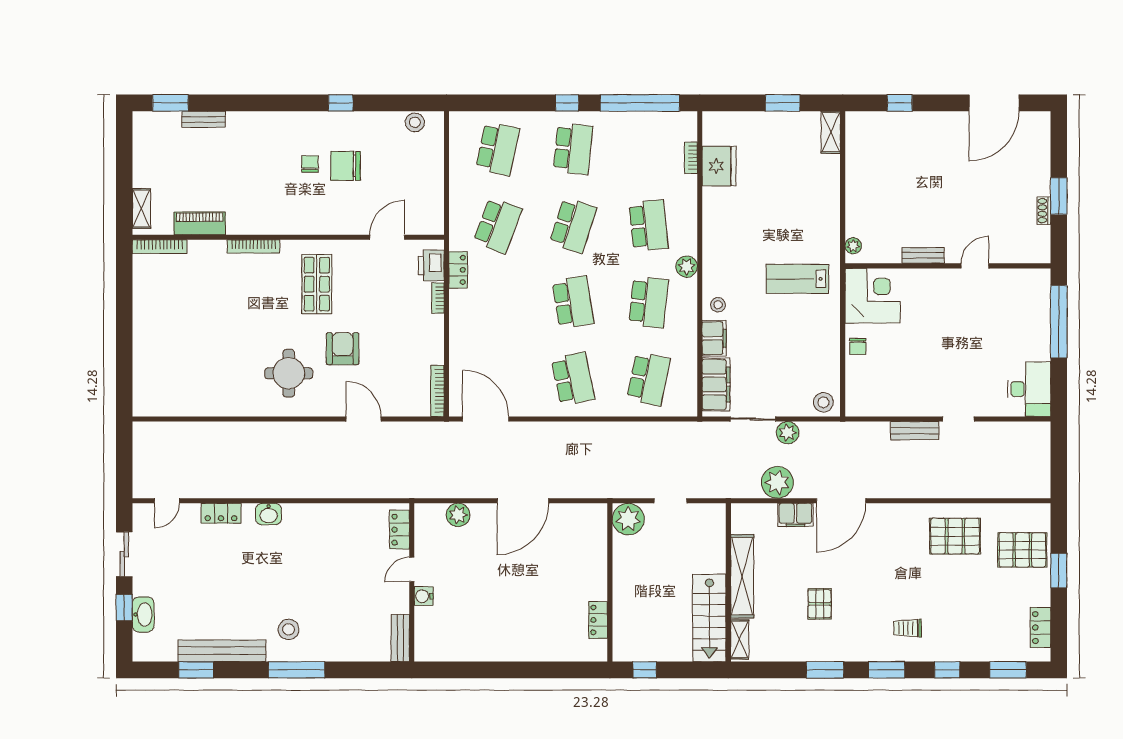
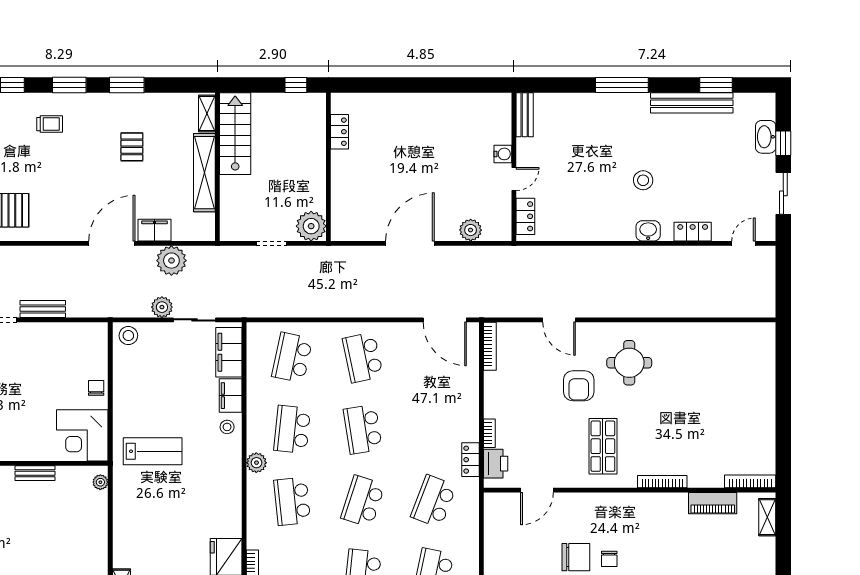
stool: (289, 629) -> (643, 180), moved

